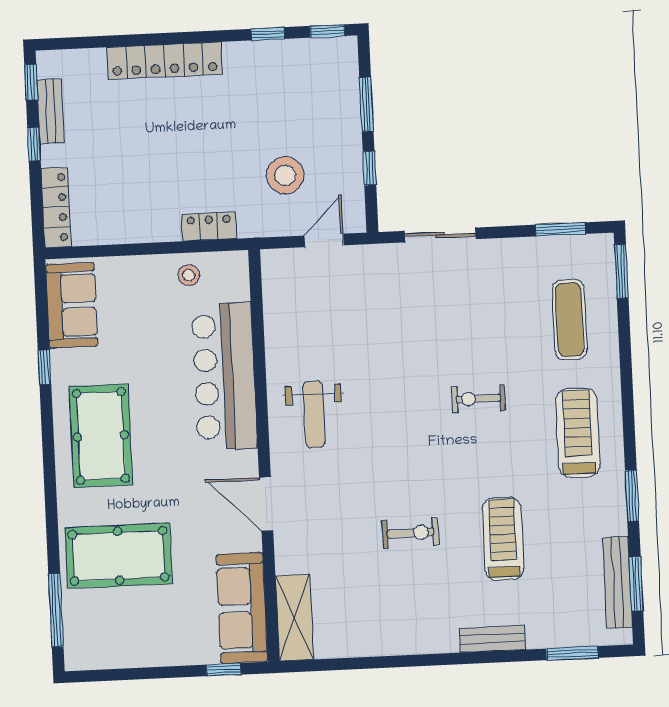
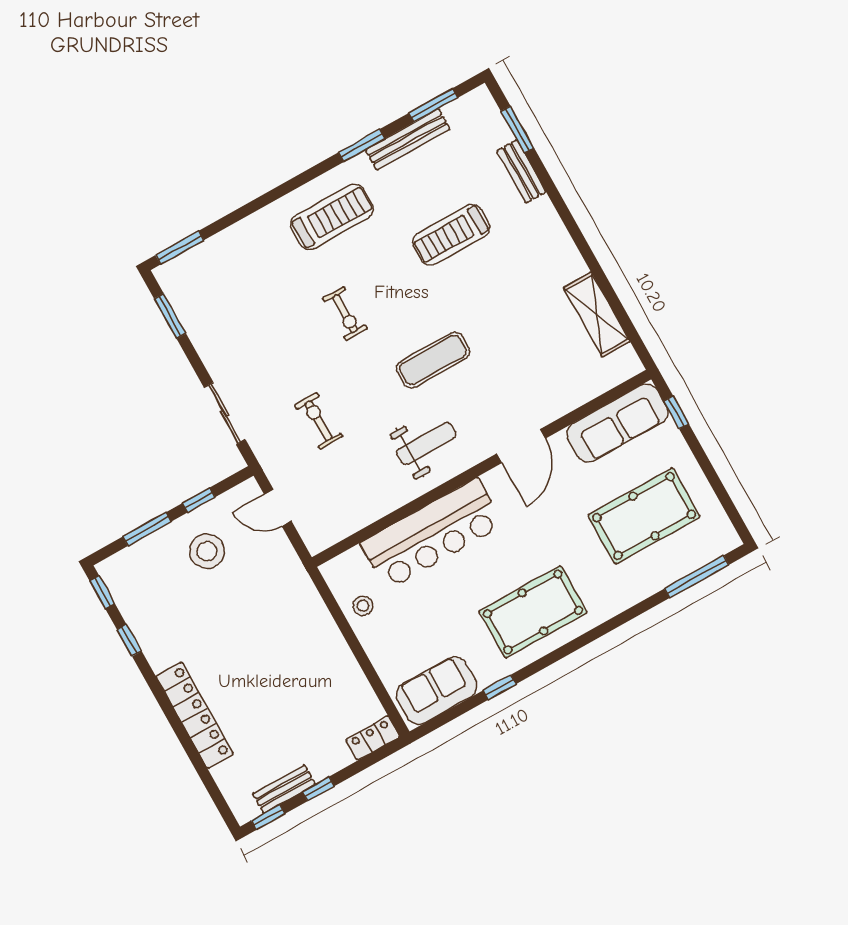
stool: (285, 175) -> (207, 551), moved
locker: (56, 207) -> (373, 738), width x0.66
locker: (209, 226) -> (314, 609), removed
exercise mat: (570, 320) -> (433, 360), moved
treadmill: (578, 433) -> (332, 217), turned 180
exercise bike: (411, 533) -> (319, 421), moved
pool table: (119, 556) -> (644, 516), moved, turned 90
bench: (618, 582) -> (408, 139), moved
shelving: (294, 618) -> (597, 314), moved, turned 90
bench: (492, 639) -> (521, 171), moved

